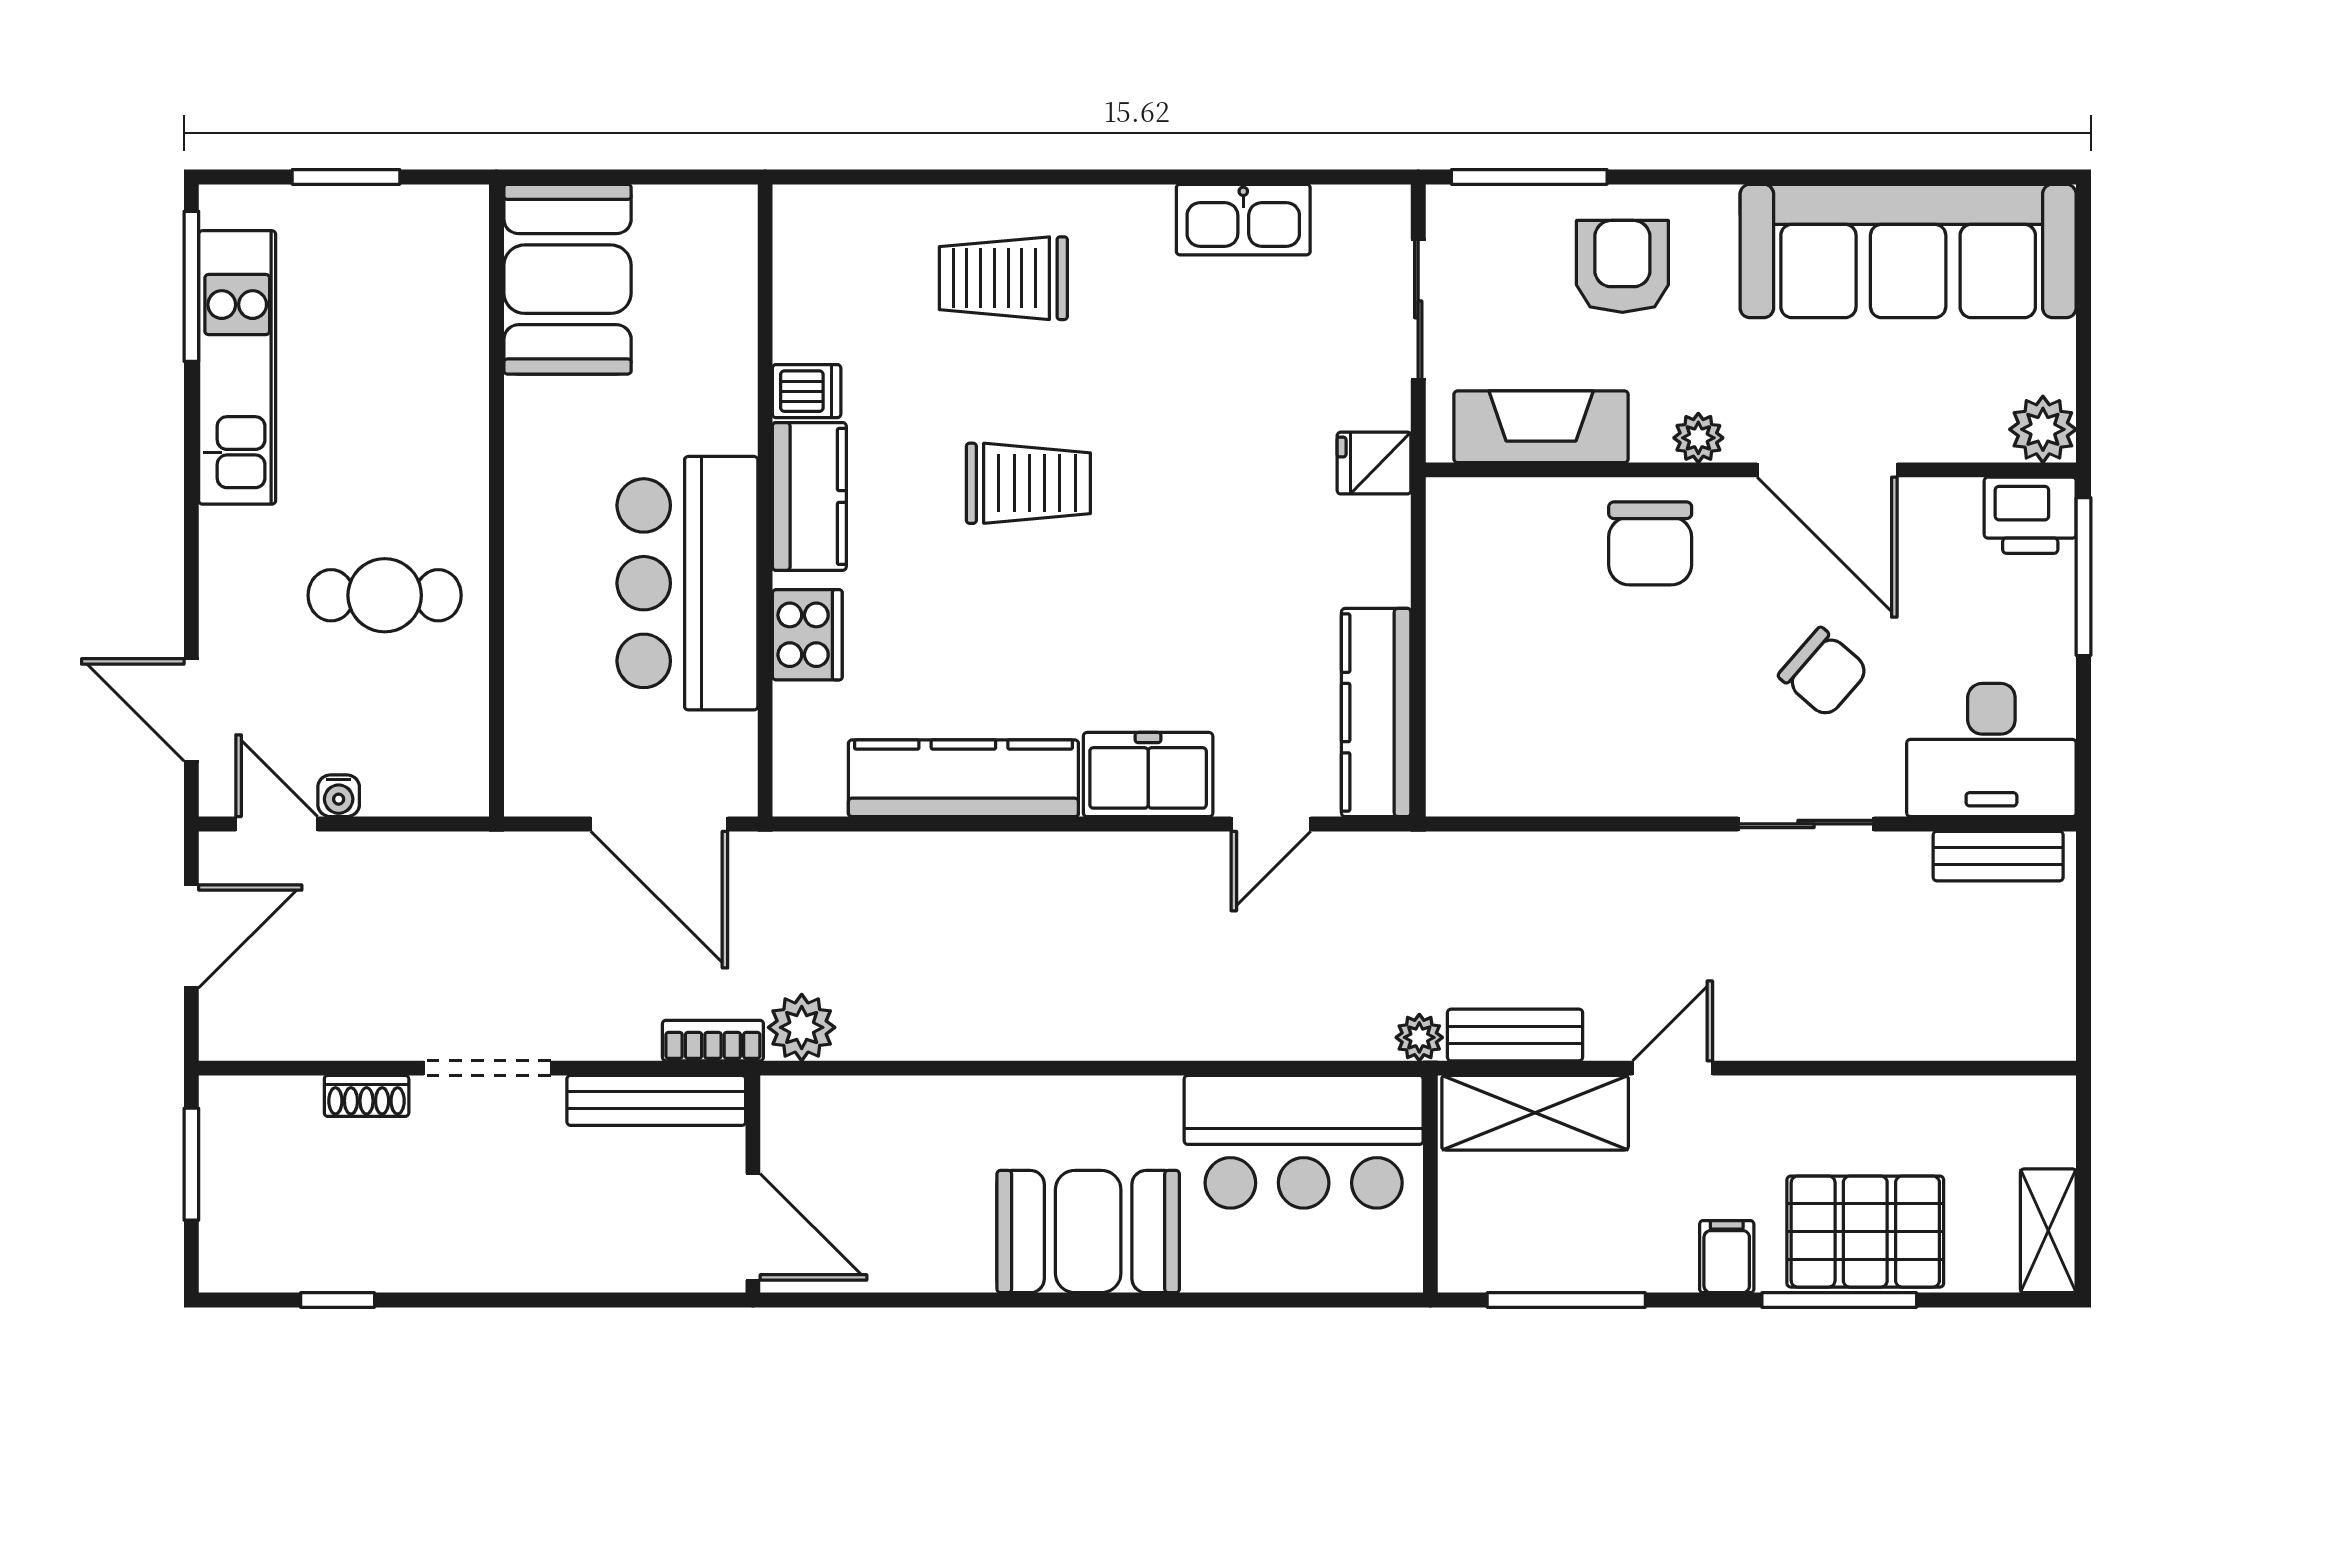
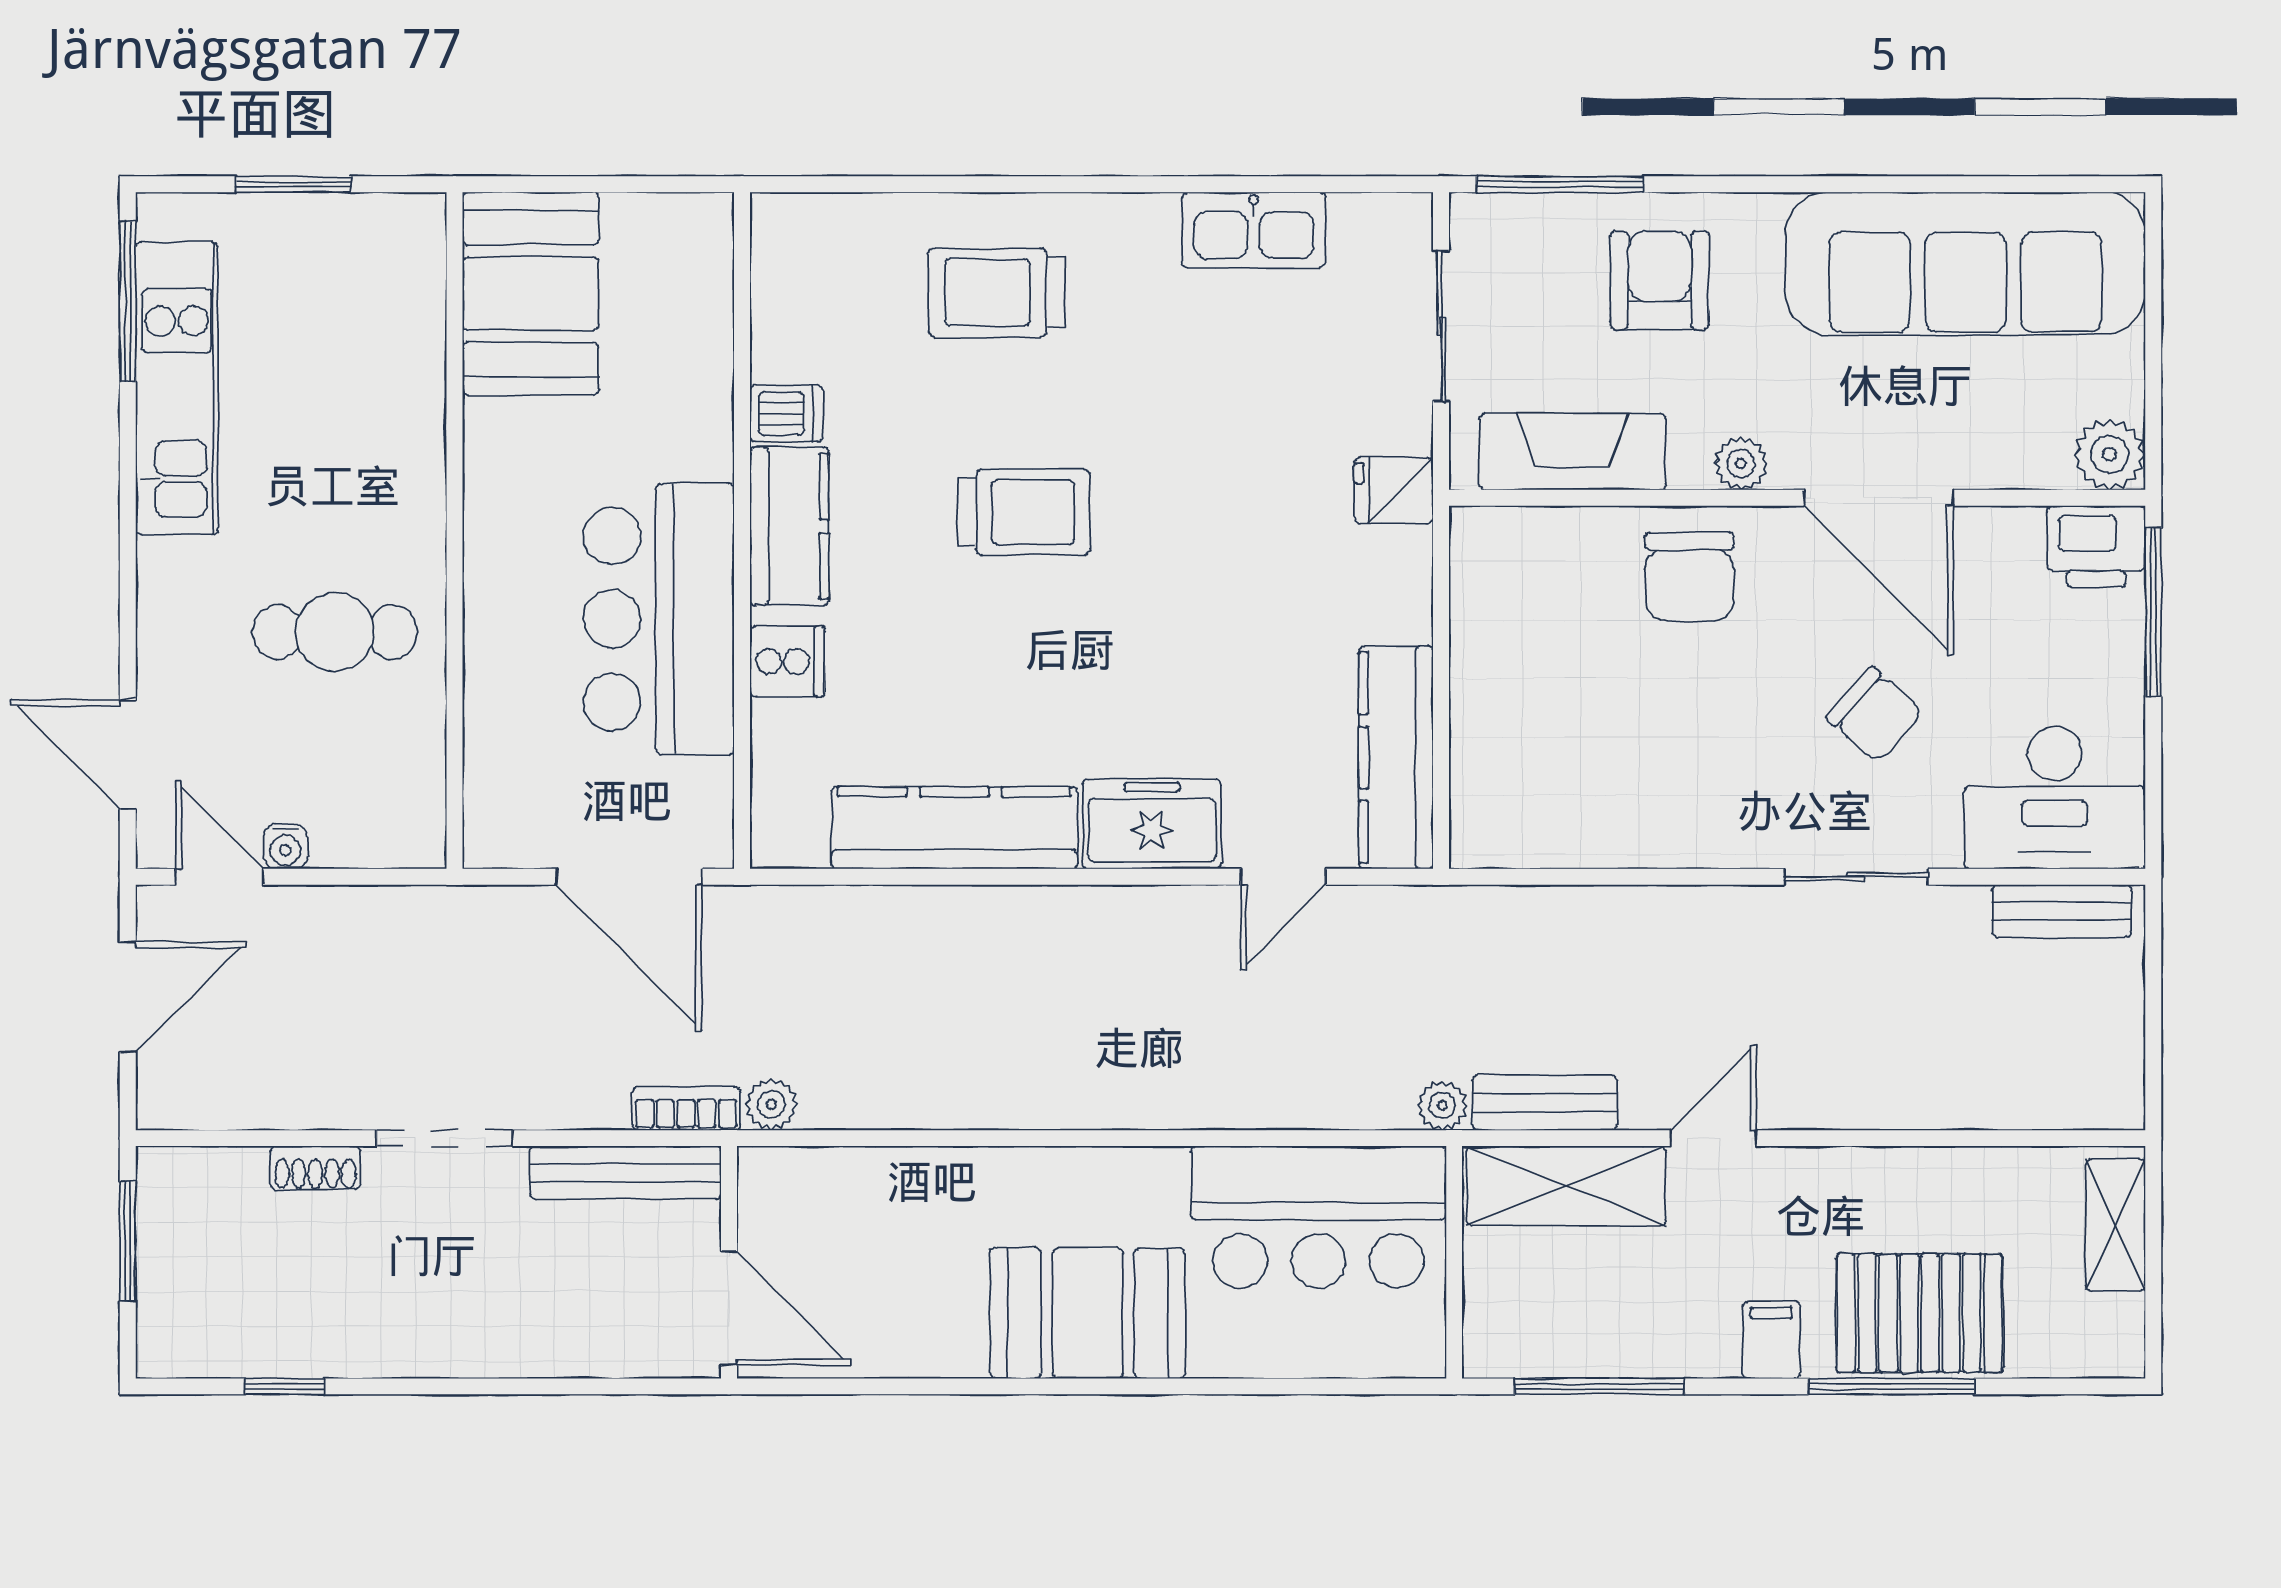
cooker: (807, 635) -> (787, 661), width x0.73
plant: (802, 1027) -> (771, 1104), width x0.73, depth x0.73
shelving: (2048, 1231) -> (2116, 1225), moved

